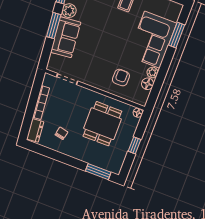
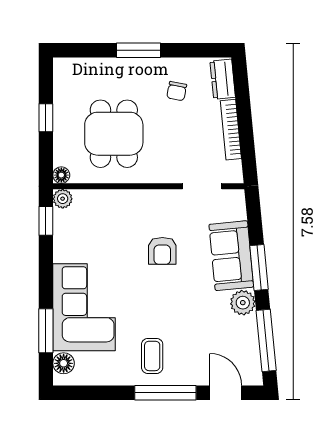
plant: (152, 72) -> (63, 199), moved
armchair: (121, 78) -> (162, 251), moved
floor lamp: (148, 84) -> (64, 363), moved
window: (155, 92) -> (46, 221), added
window: (98, 172) -> (139, 50), moved

